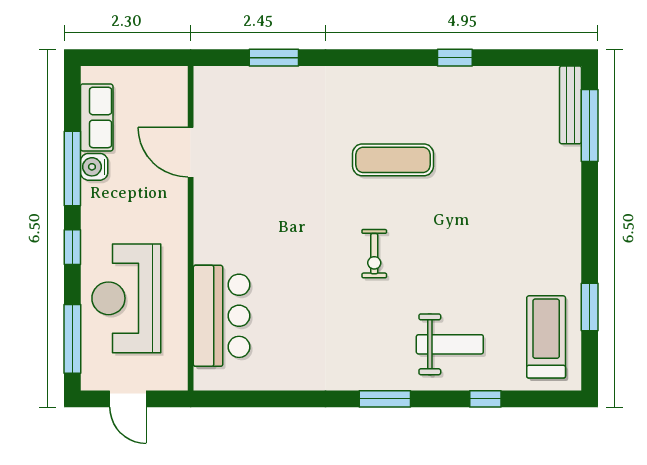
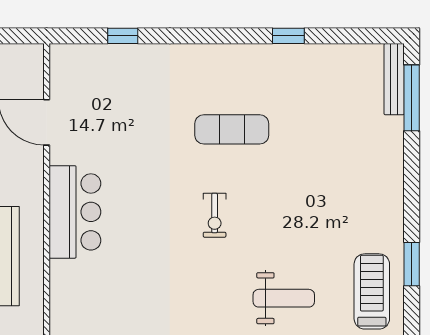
window: (274, 58) -> (123, 36), width x0.67
bar counter: (222, 316) -> (75, 212), moved

